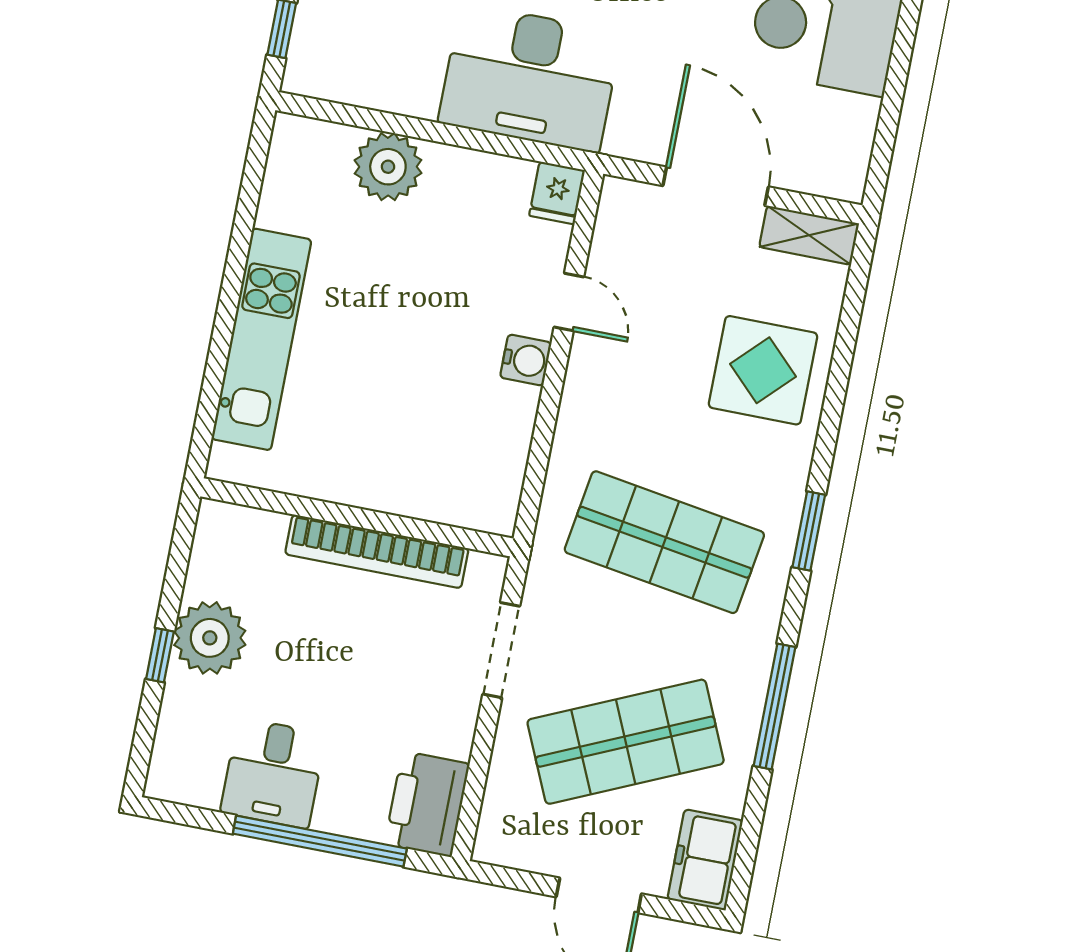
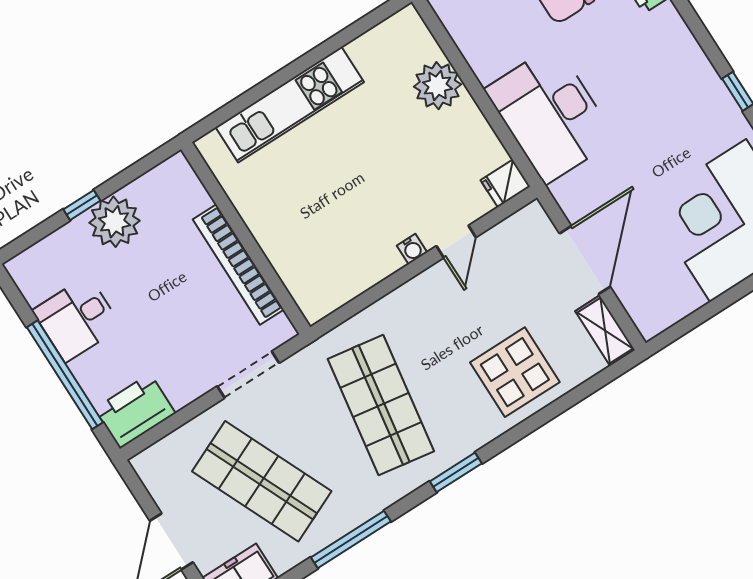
water cooler: (526, 360) -> (412, 249), width x0.72, depth x0.72

